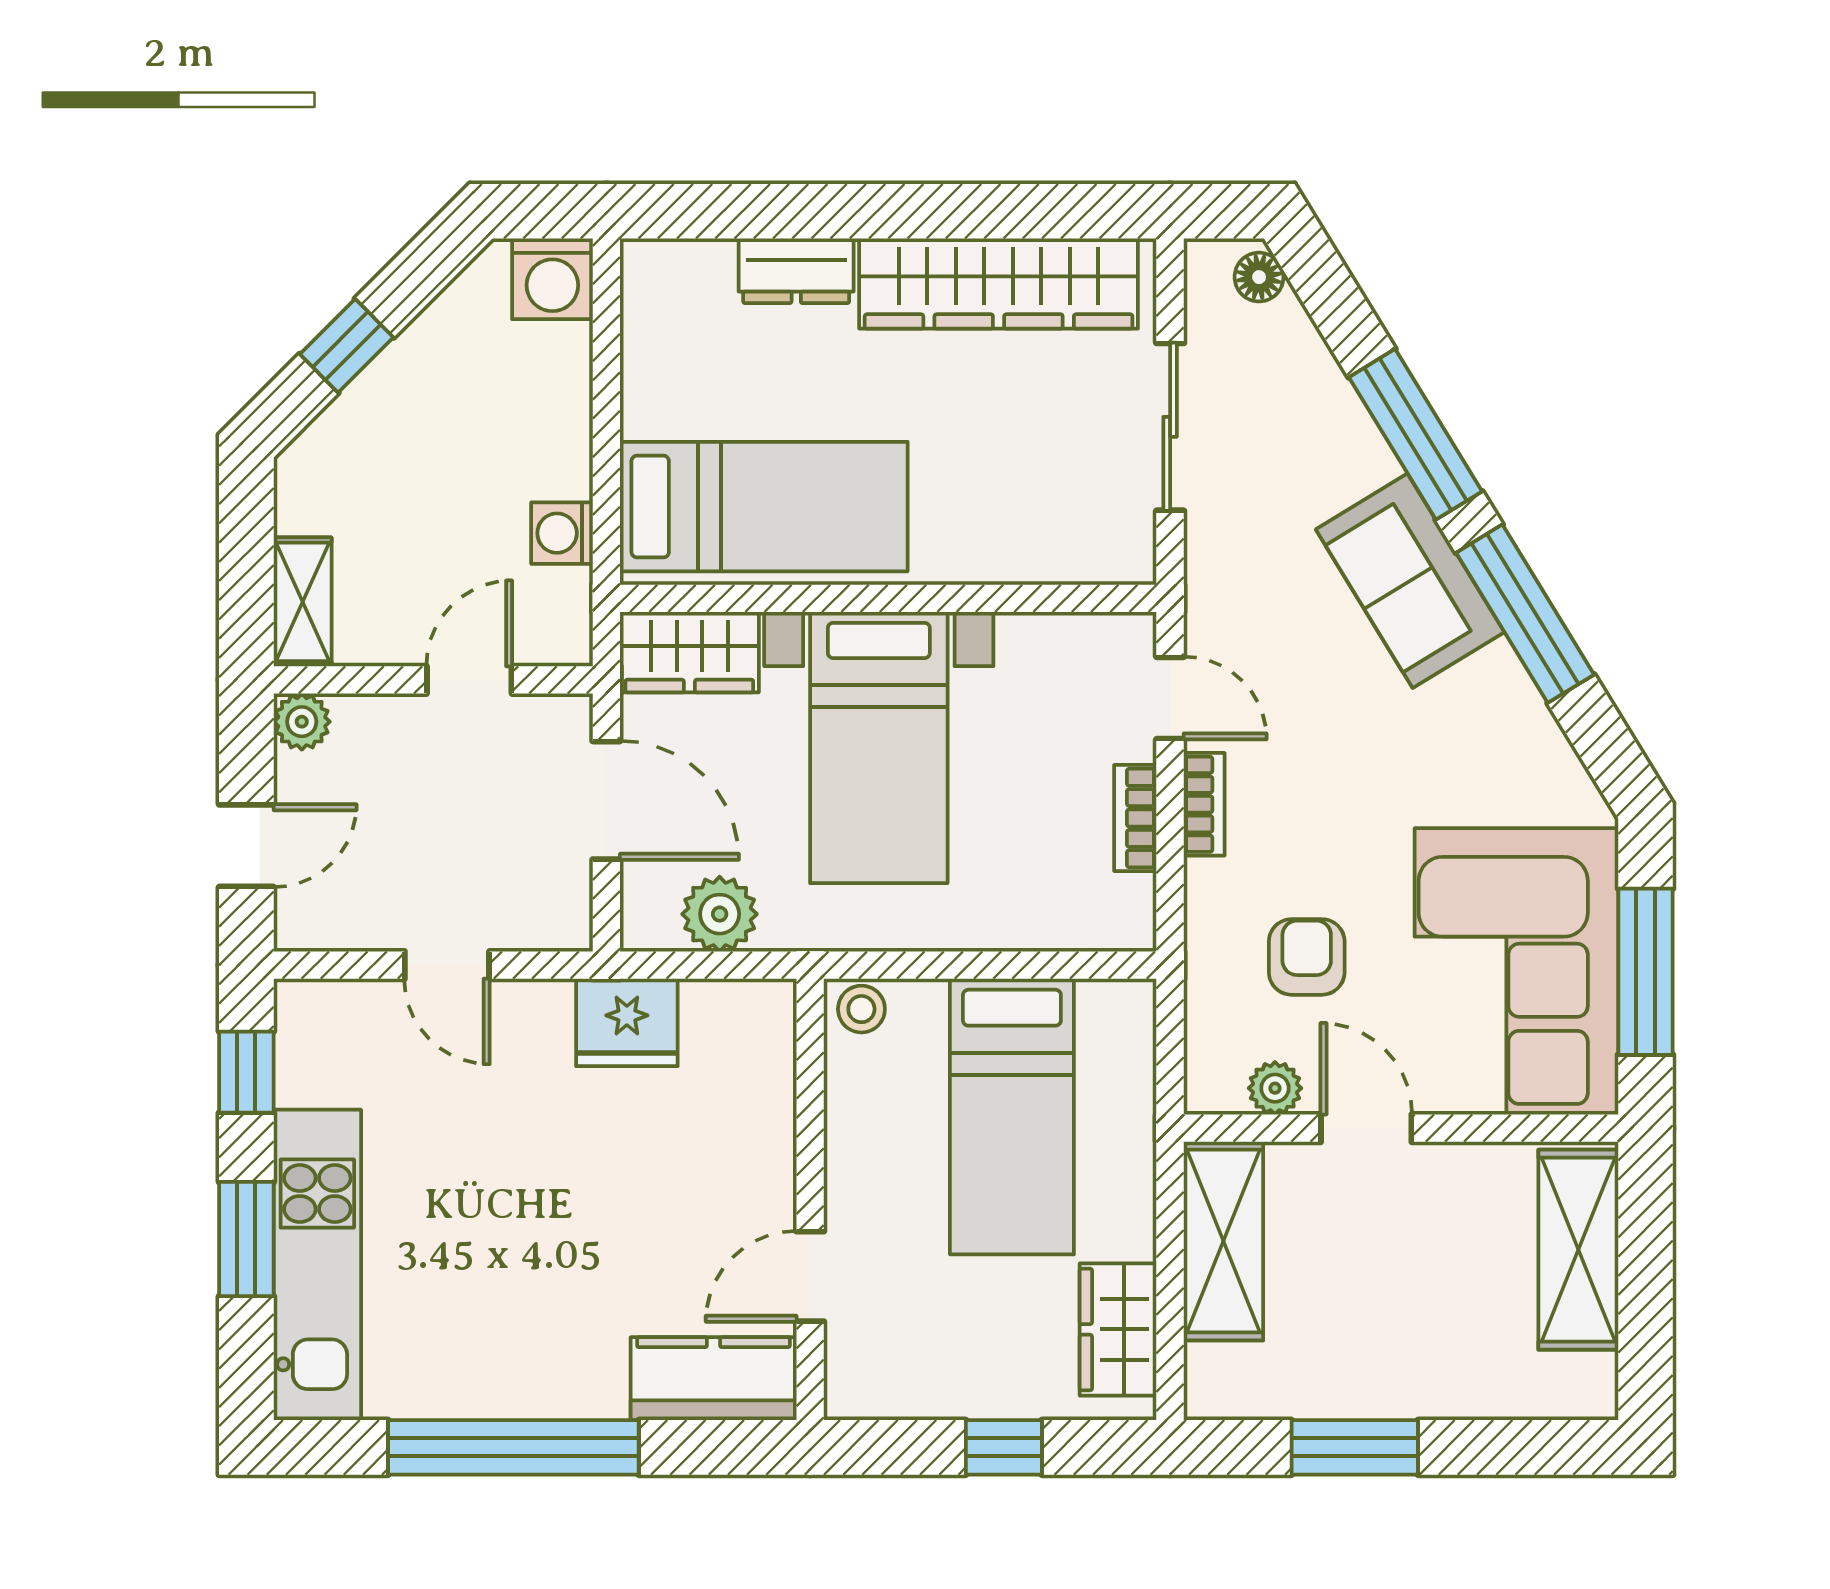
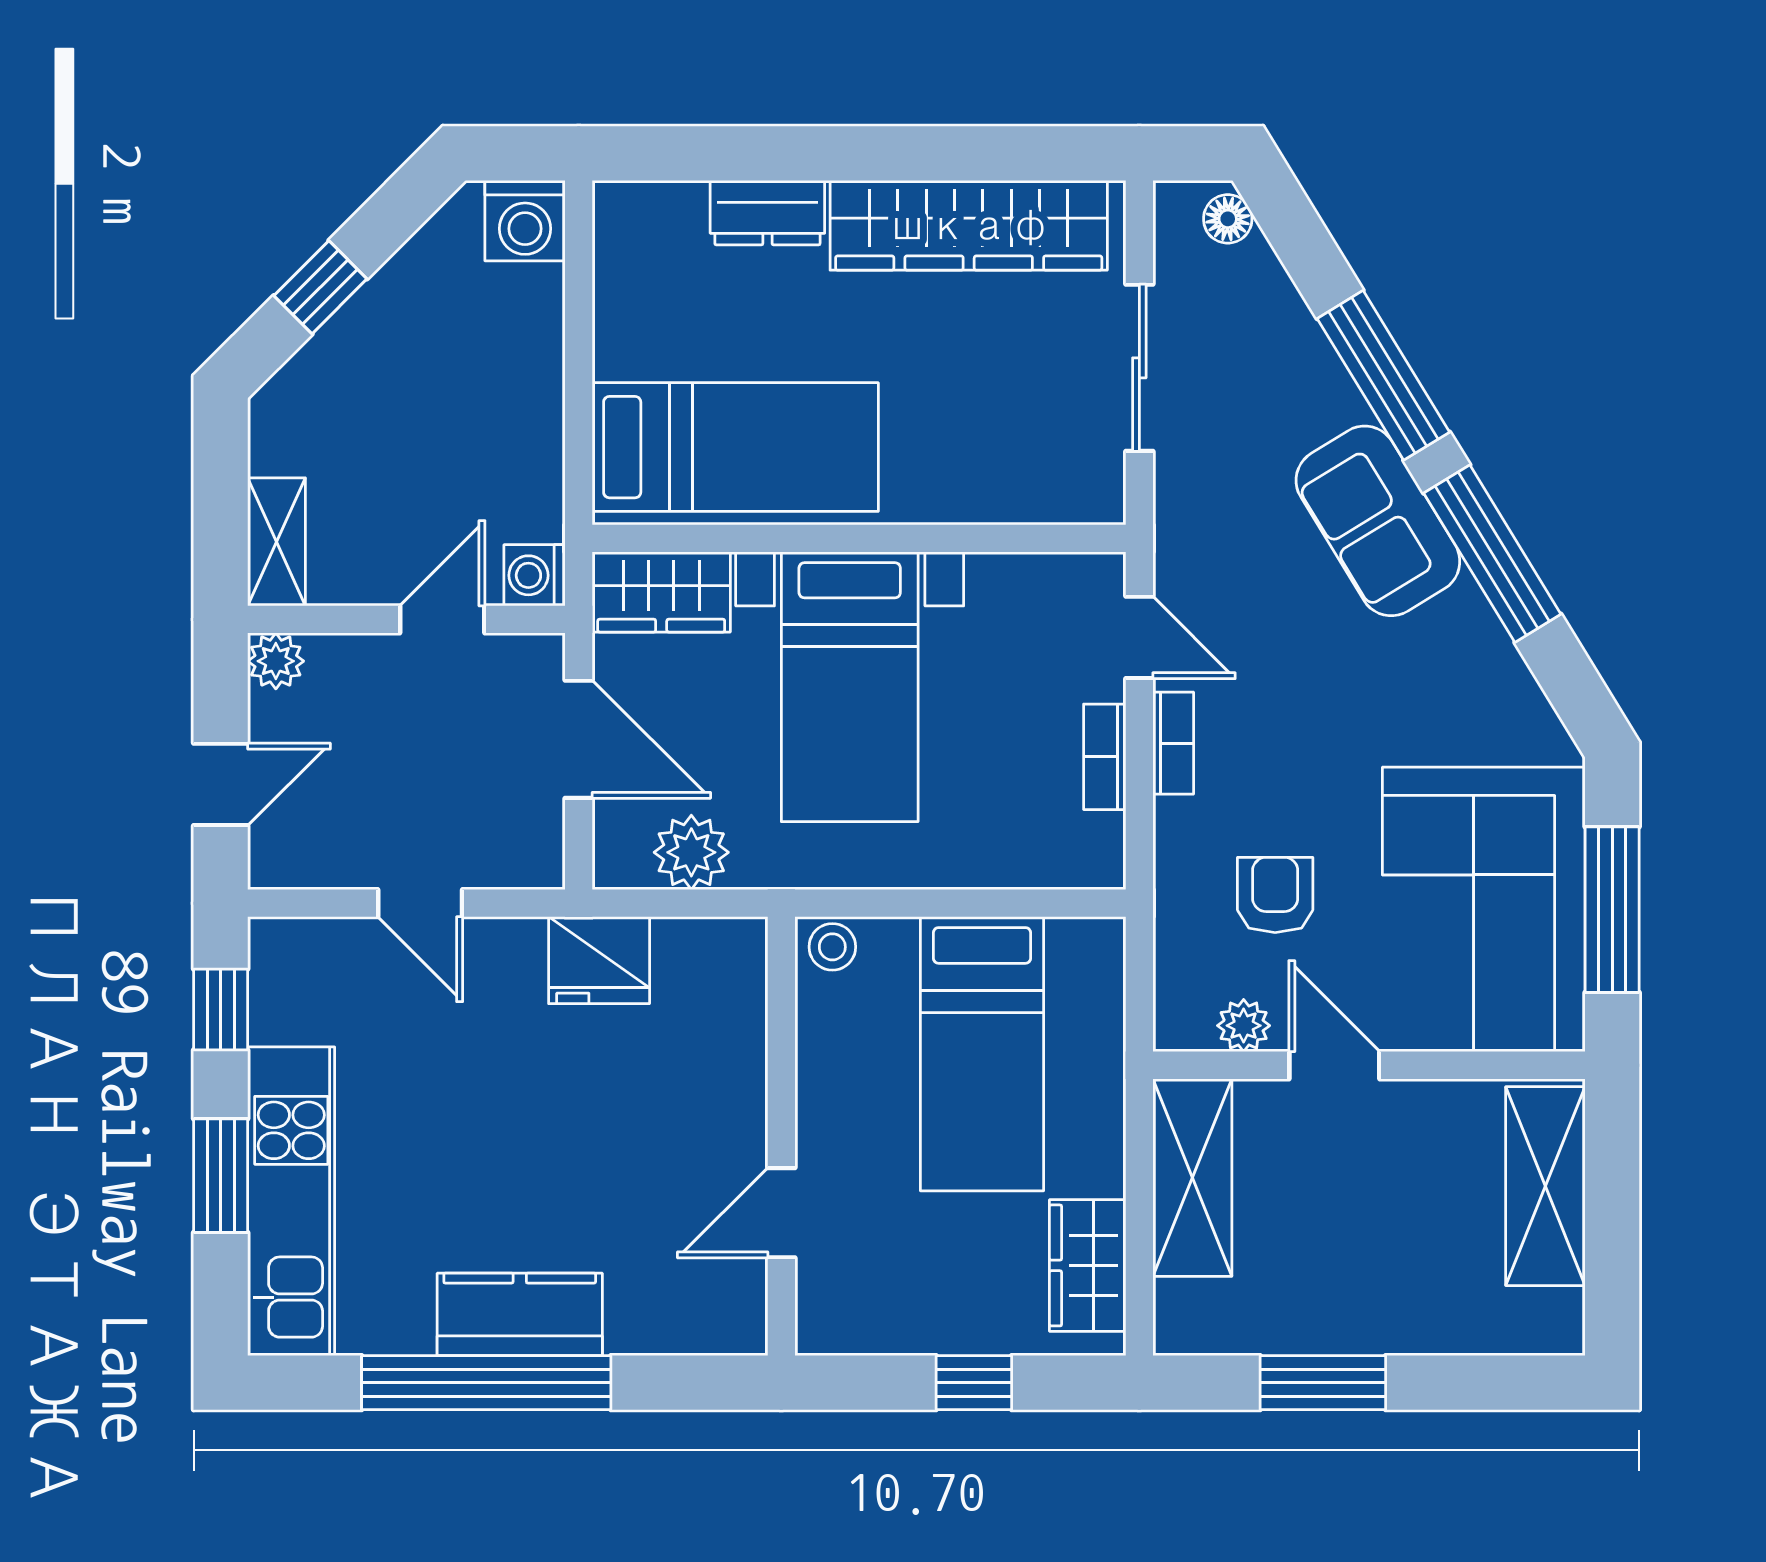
washing machine: (562, 533) -> (535, 575), moved
kitchen counter: (714, 1379) -> (520, 1314), moved

